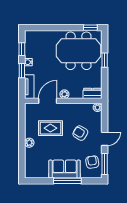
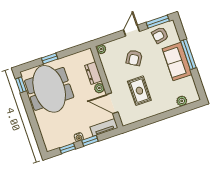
dresser: (92, 93) -> (93, 73), moved
door: (105, 139) -> (132, 31), hinge flipped
plant: (29, 143) -> (182, 101), moved

